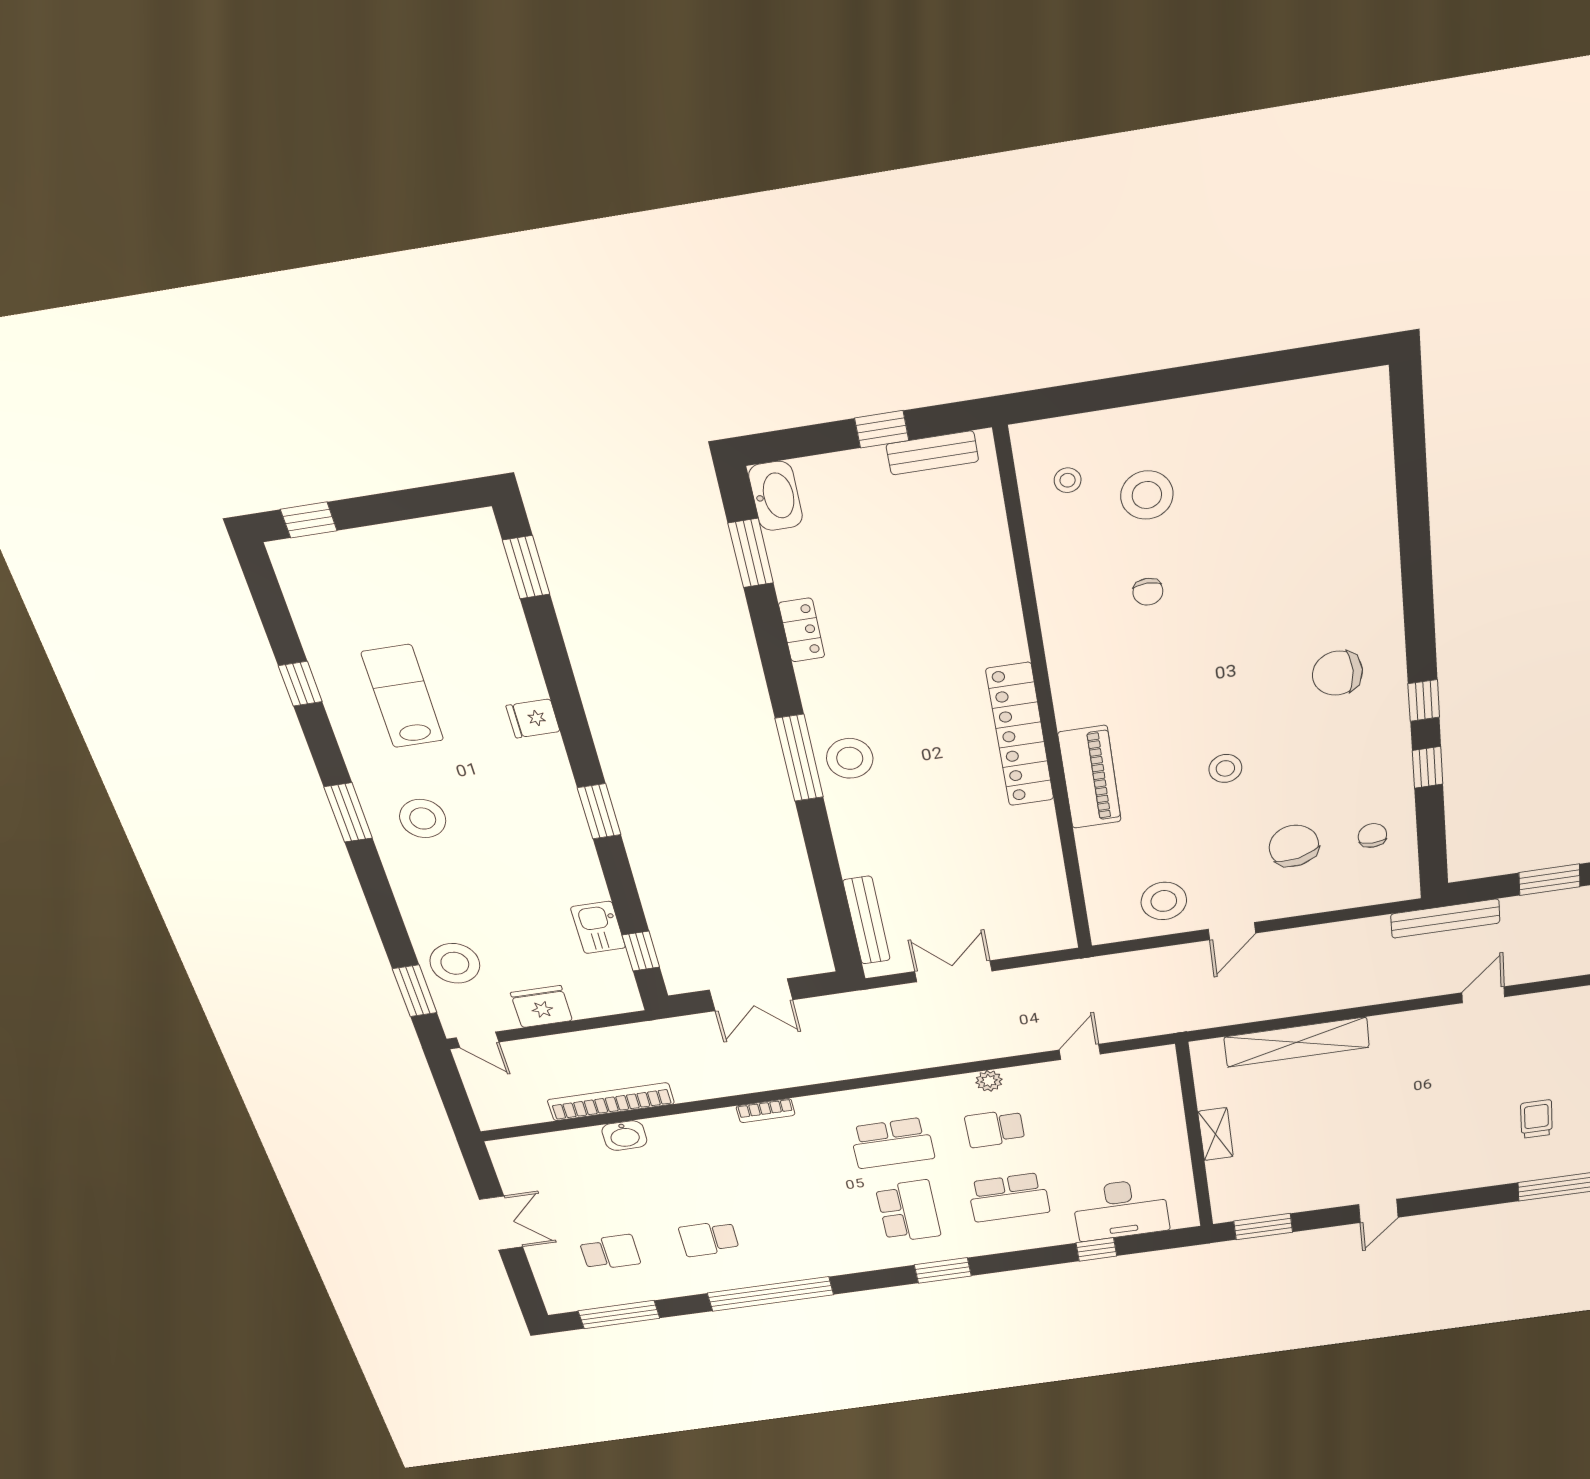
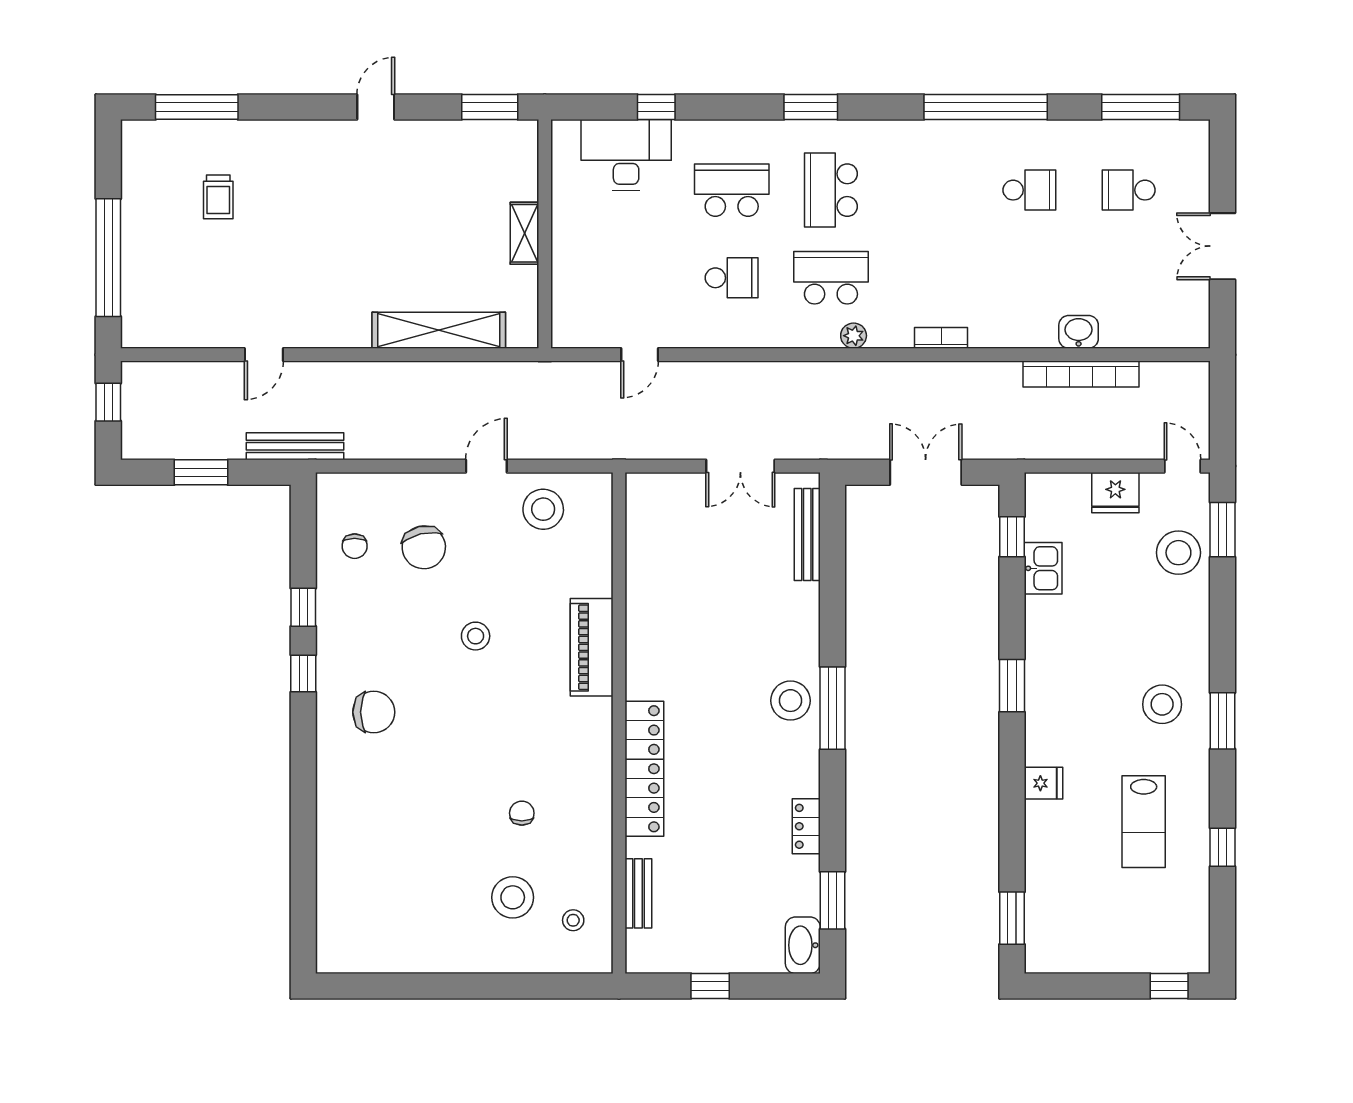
bench: (932, 453) -> (638, 893), moved, turned 90
locker: (1020, 735) -> (644, 769), moved
plant: (989, 1081) -> (854, 336), moved

